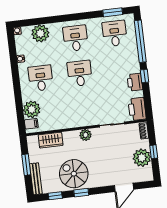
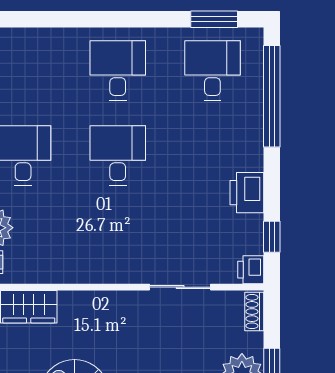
plant: (40, 33) -> (35, 49), removed
window: (145, 76) -> (272, 237), moved
printer: (137, 109) -> (251, 270), width x0.53, depth x0.68
plant: (86, 135) -> (114, 304), removed

